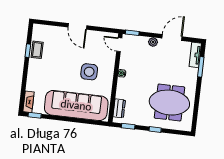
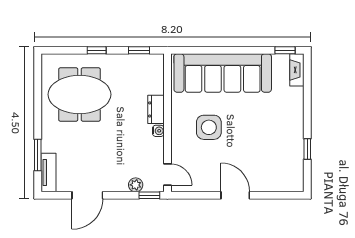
plant: (153, 42) -> (136, 185), moved
coffee table: (37, 50) -> (293, 152), removed
dresser: (119, 108) -> (156, 109), moved

